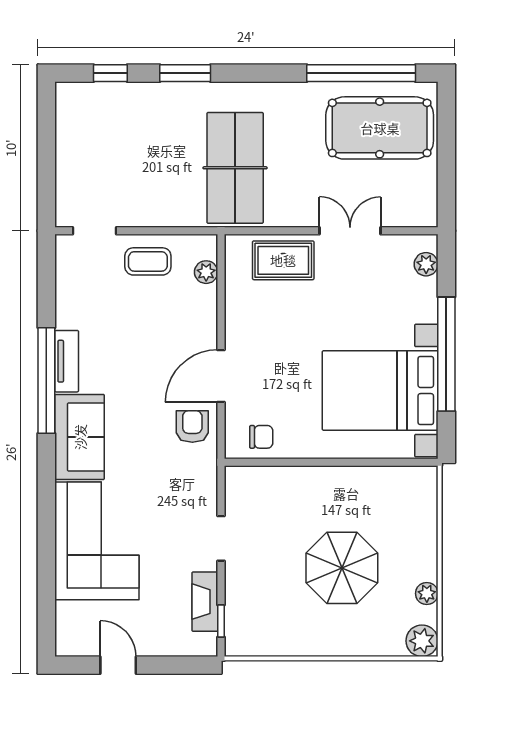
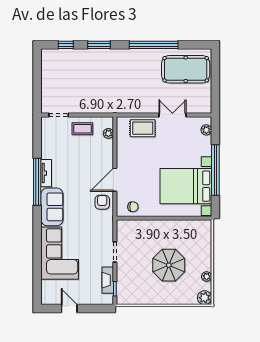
window: (361, 73) -> (154, 45), moved
table tennis table: (235, 168) -> (121, 87), removed

